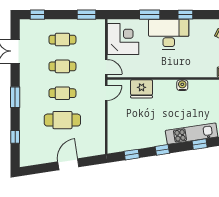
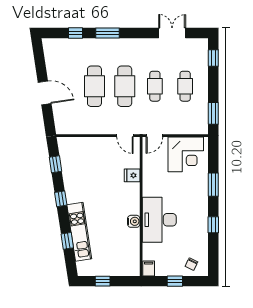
desk: (169, 34) -> (159, 220), moved, turned 180
fridge: (142, 89) -> (132, 175), width x0.53, depth x0.75
cafe table: (62, 93) -> (125, 86), width x1.37, depth x1.35
window: (15, 97) -> (107, 33), moved

